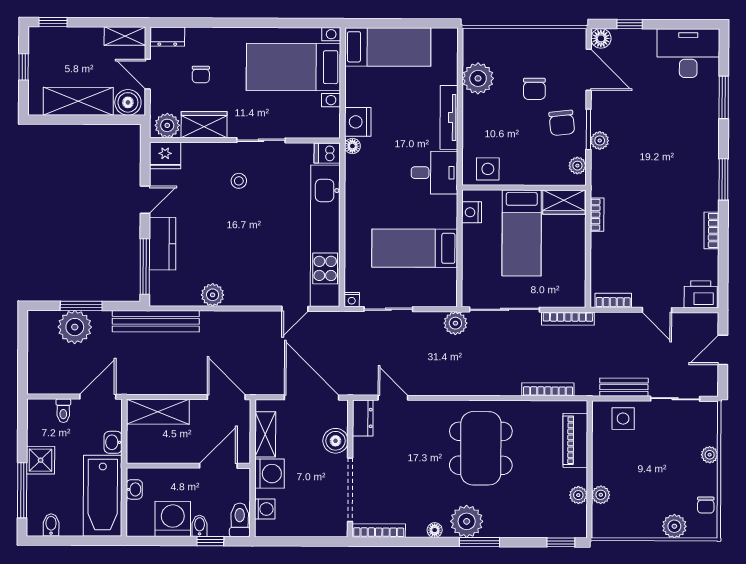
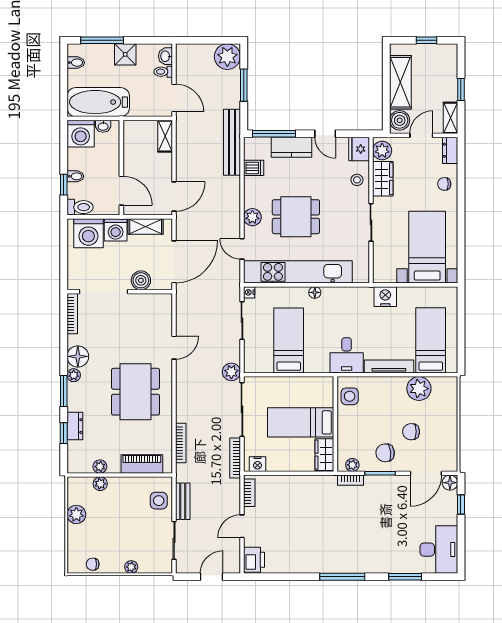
window: (53, 22) -> (461, 89), moved
bed: (388, 47) -> (431, 340), moved, turned 180
chair: (201, 74) -> (444, 184), moved
plant: (600, 141) -> (372, 482), removed
floor lamp: (352, 146) -> (315, 292), moved
dishwasher: (327, 153) -> (254, 168), moved, turned 90
window: (723, 179) -> (342, 577), width x1.44
stool: (239, 181) -> (357, 180), moved
nightstand: (472, 212) -> (258, 464), moved, turned 180
bookcase: (597, 215) -> (351, 480), moved
bookcase: (711, 230) -> (303, 568), removed
dining table: (253, 238) -> (296, 217), added
plant: (213, 295) -> (252, 217), moved
plant: (75, 327) -> (227, 57), moved
door: (723, 350) -> (212, 577), hinge flipped
door: (393, 398) -> (174, 348), moved
shelving: (158, 412) -> (165, 136), width x0.67, depth x0.75
dresser: (363, 418) -> (75, 426), moved, turned -90
washbasin: (113, 442) -> (165, 56), moved, turned -90
dining table: (481, 448) -> (136, 392), turned 90
washing machine: (265, 509) -> (88, 233), width x1.89, depth x1.89
washing machine: (173, 519) -> (81, 134), moved, turned 90
plant: (467, 521) -> (74, 375), width x0.53, depth x0.53
plant: (674, 526) -> (76, 514), moved
floor lamp: (435, 530) -> (78, 356), width x1.89, depth x1.89
window: (561, 542) -> (64, 433), moved

